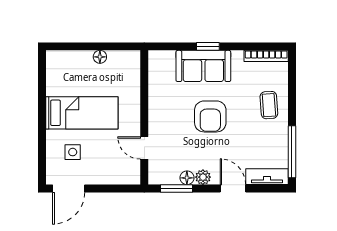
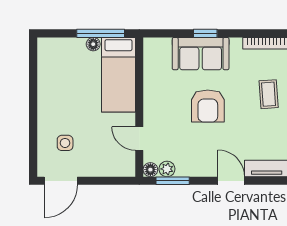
window: (107, 46) -> (101, 33), added
bed: (82, 113) -> (118, 75), moved, turned 90
plant: (203, 177) -> (167, 169), moved
floor lamp: (187, 178) -> (150, 170), moved

